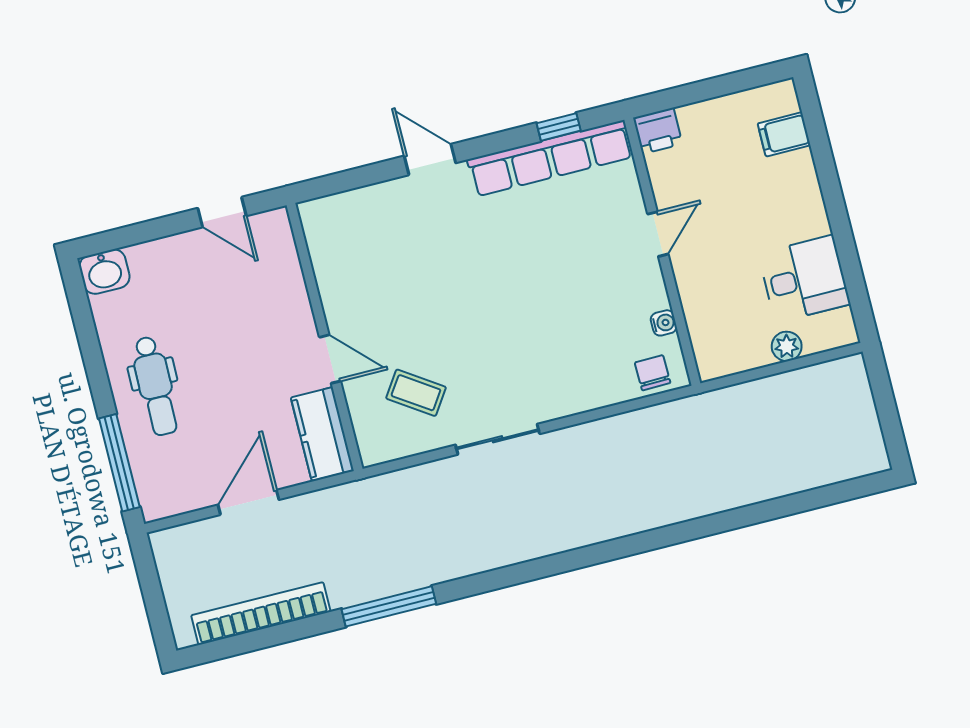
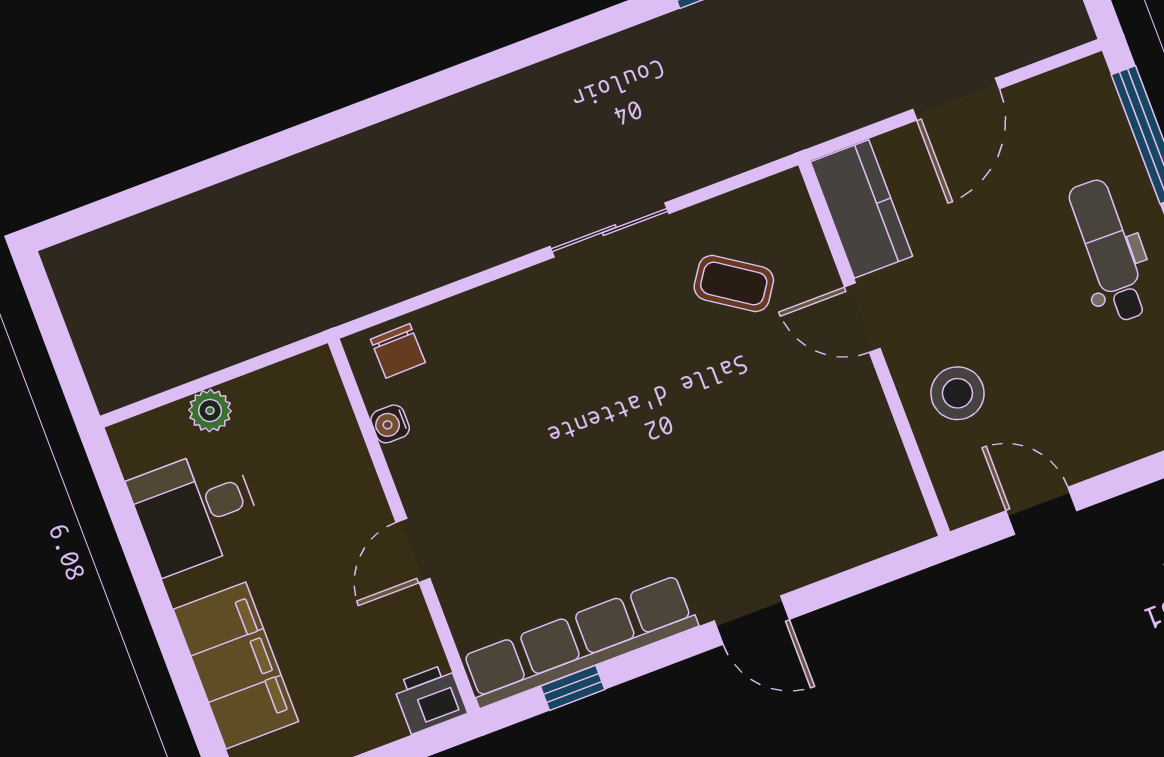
filing cabinet: (784, 134) -> (236, 665), width x3.00, depth x1.17
stool: (271, 300) -> (957, 393), added

